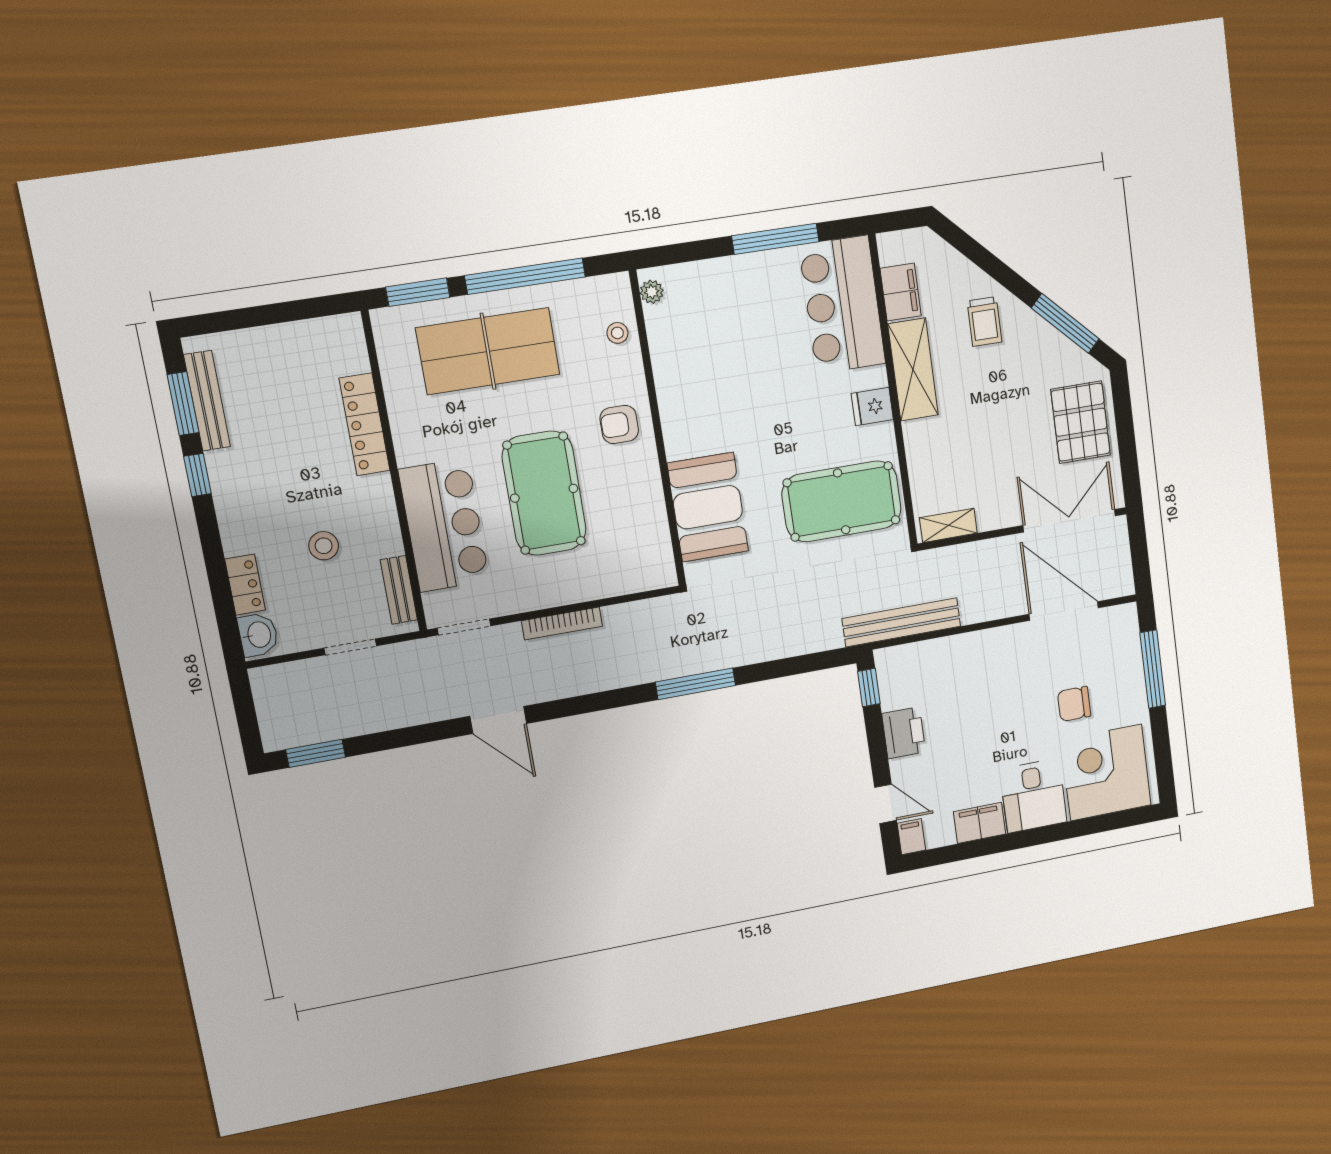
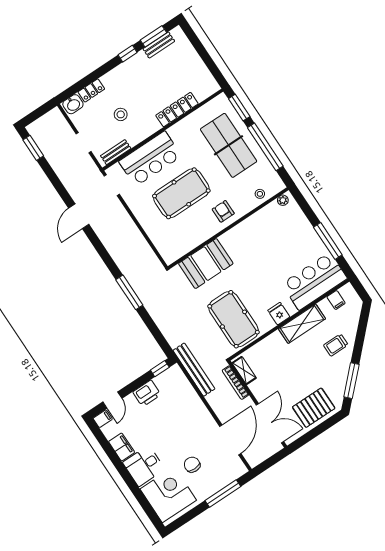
filing cabinet: (901, 292) -> (336, 300), width x0.50
bench: (207, 401) -> (159, 45), width x0.73
bookcase: (562, 624) -> (235, 383), moved

